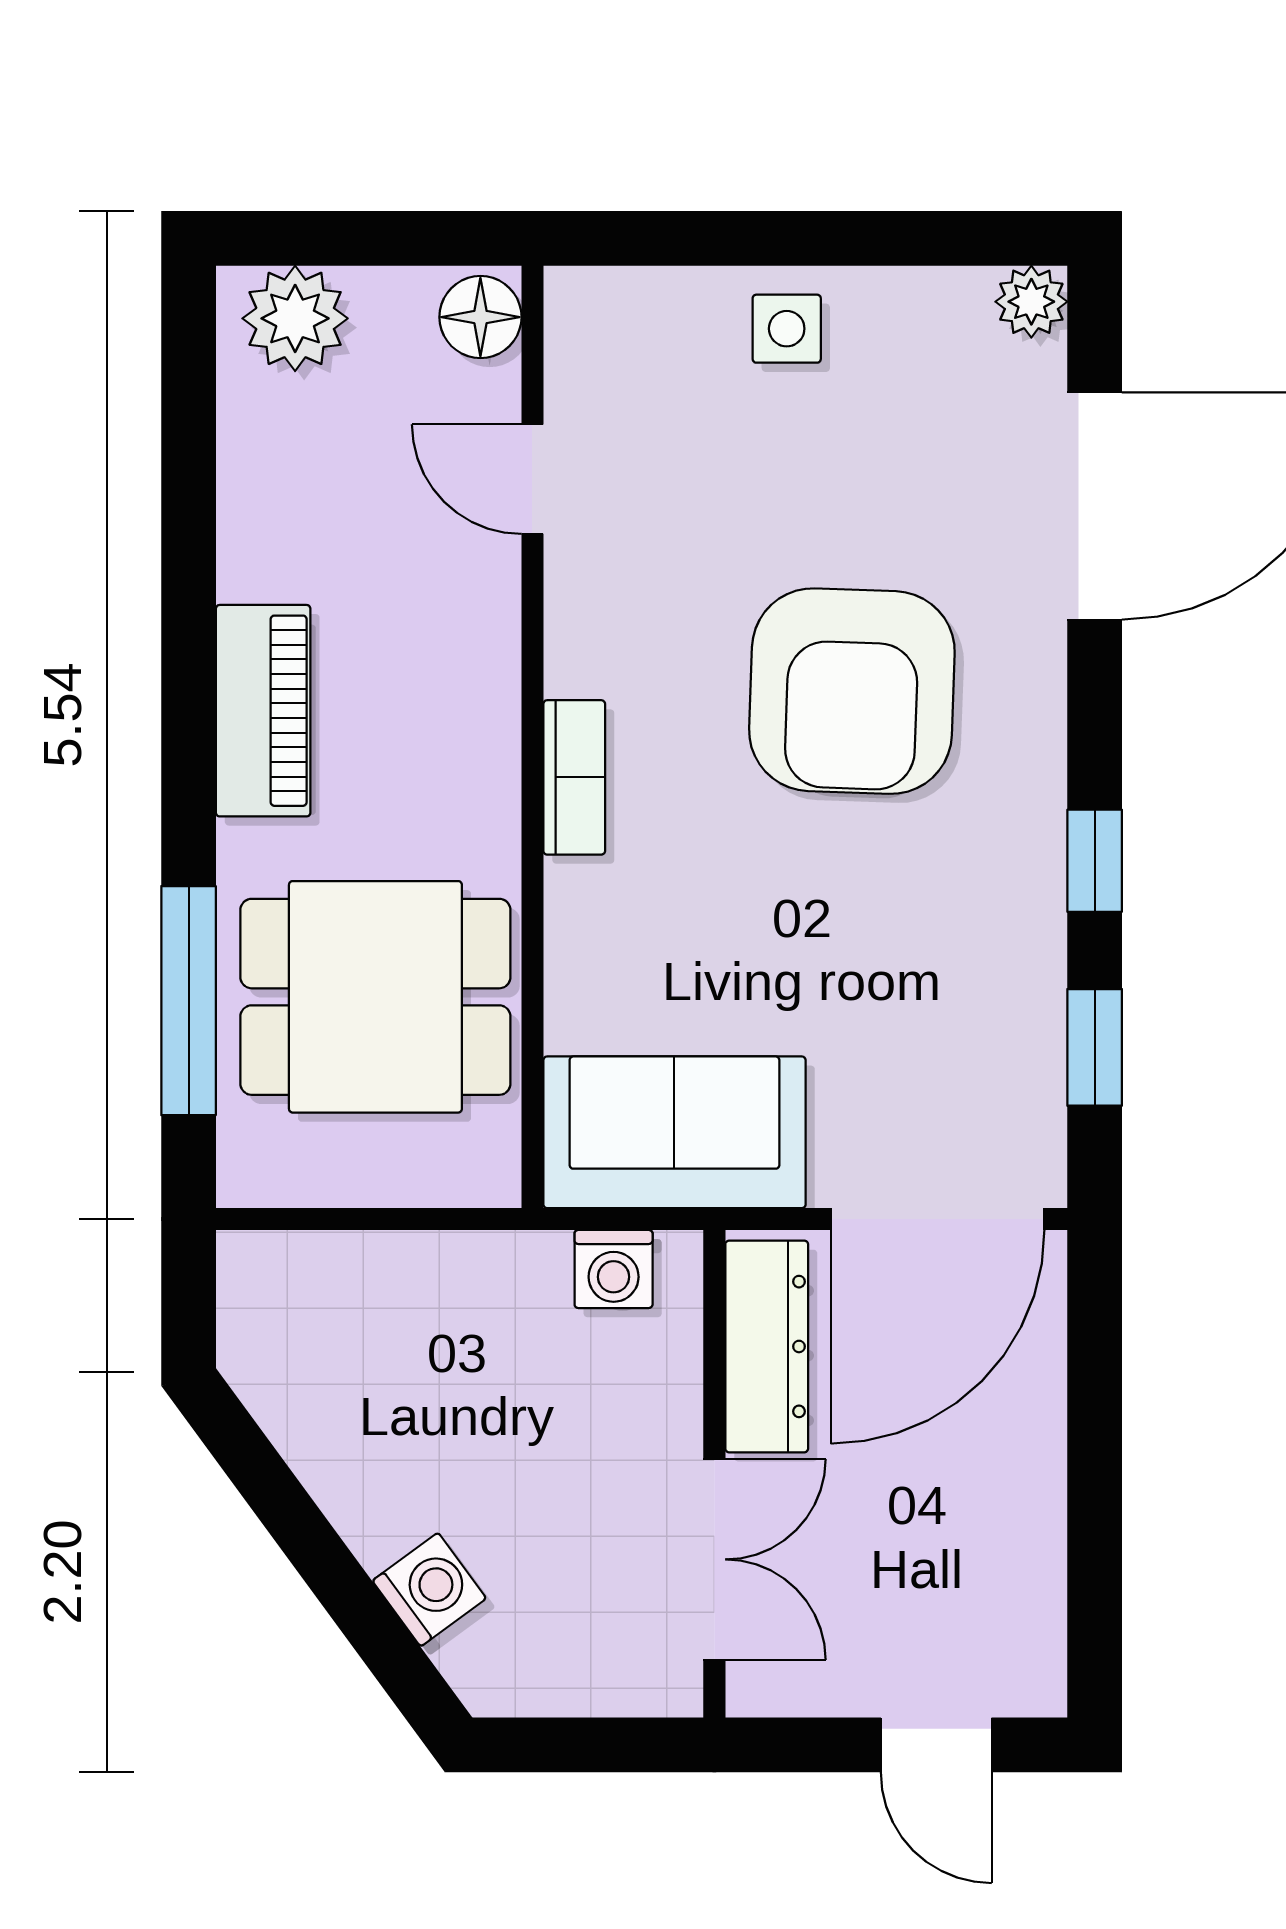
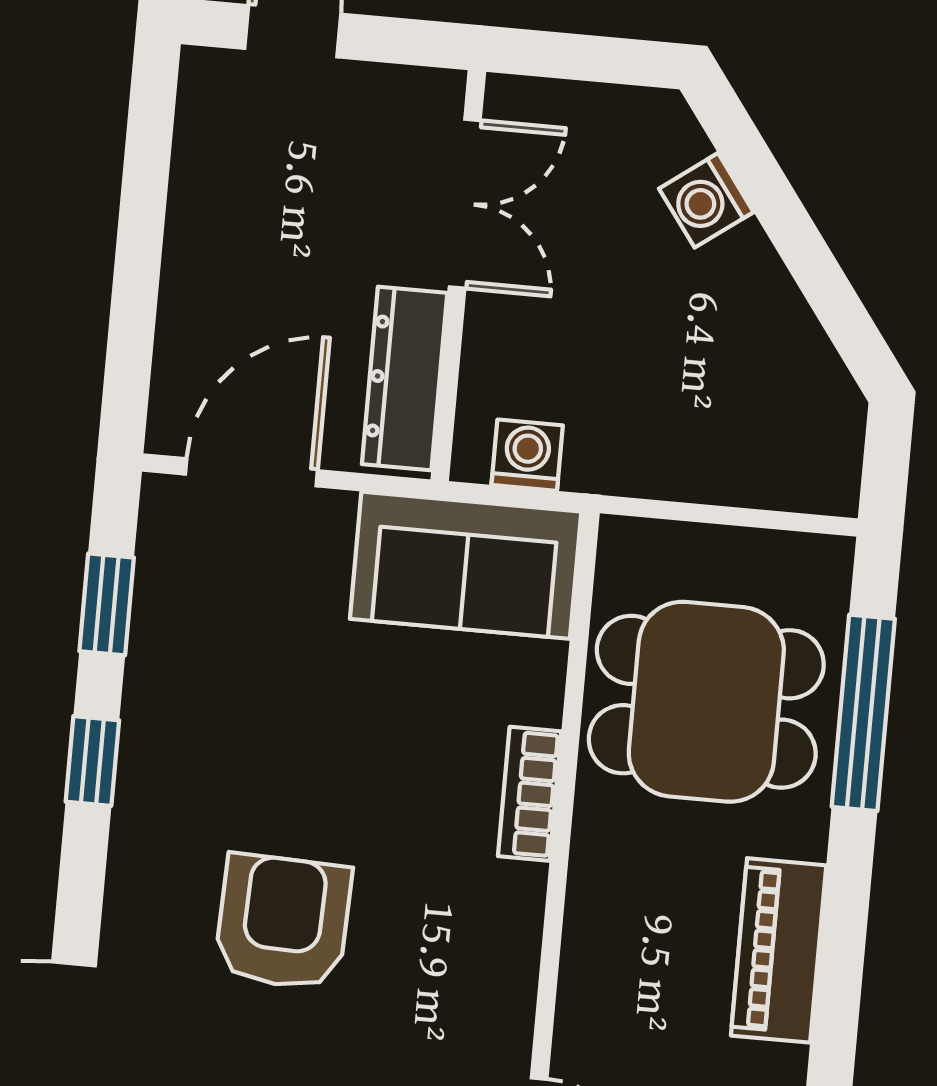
armchair: (852, 691) -> (283, 922), width x0.73, depth x0.73
bookcase: (574, 777) -> (530, 794), moved
door: (938, 1219) -> (251, 472), width x0.73
double door: (714, 1559) -> (465, 204), swing flipped

